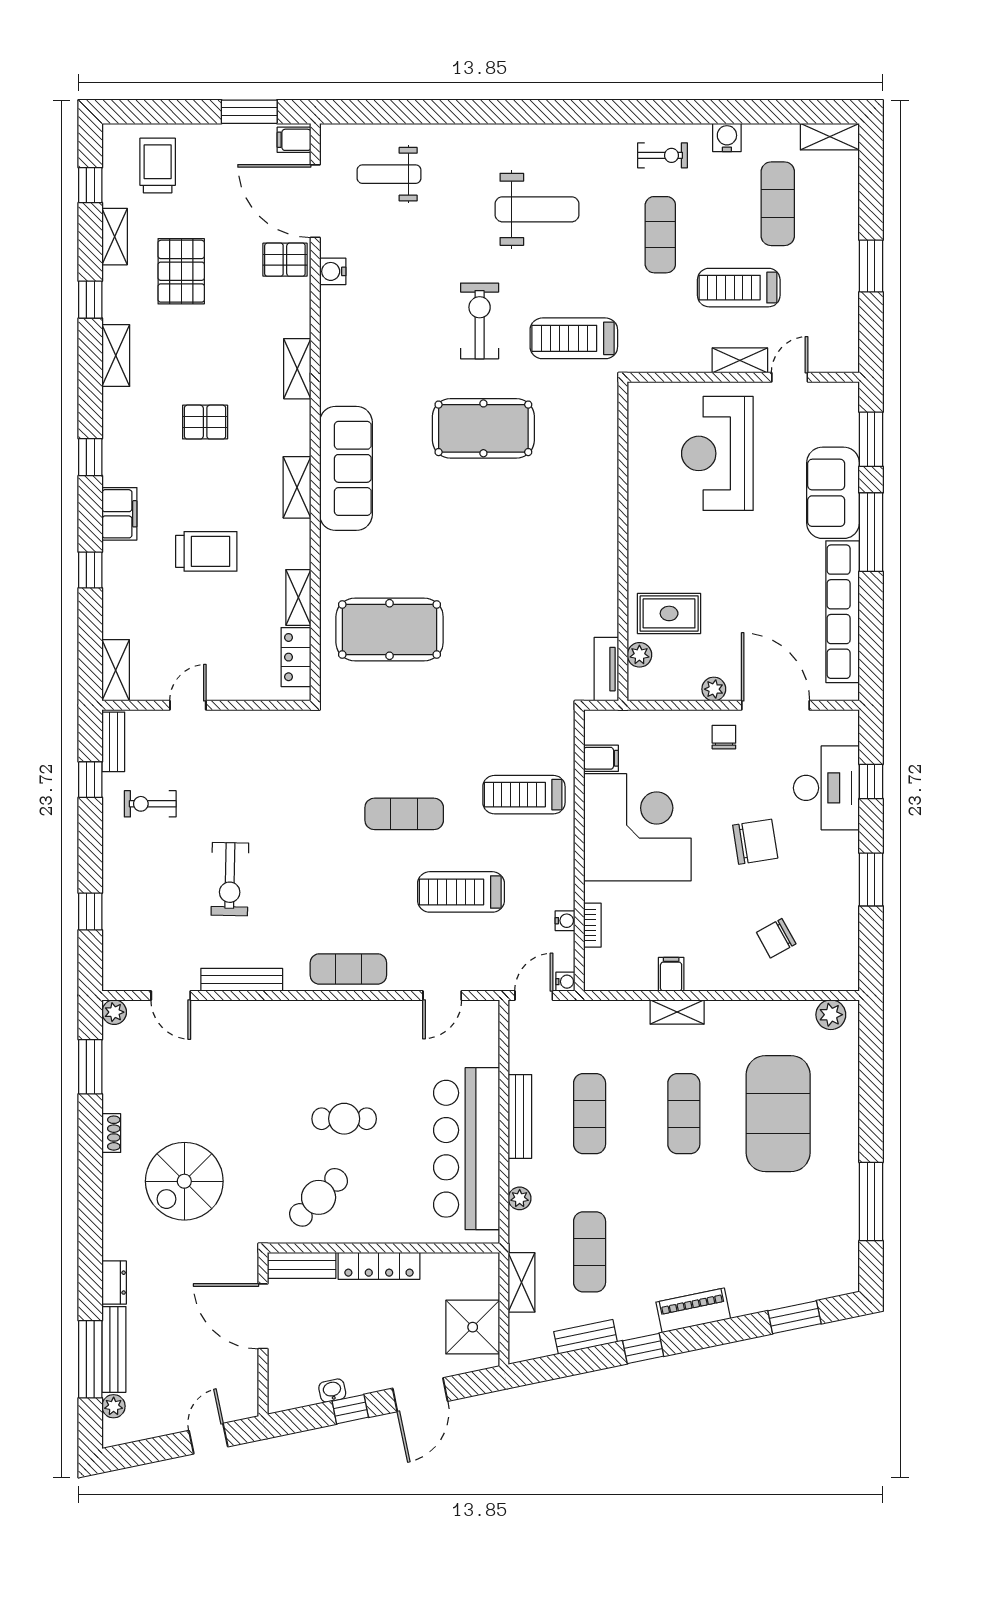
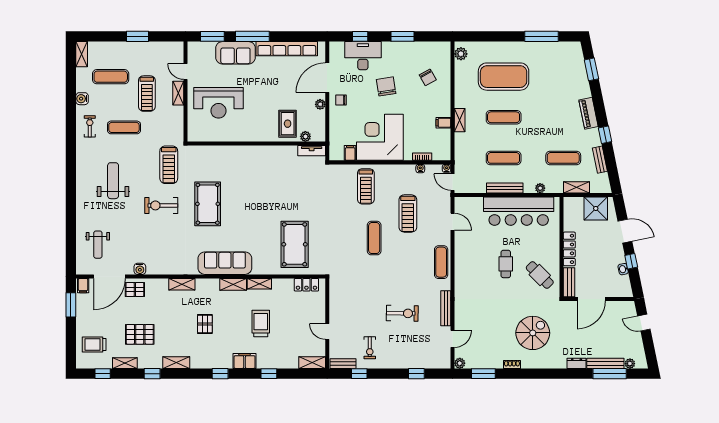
pallet: (285, 260) -> (135, 289), turned 90
shelving: (298, 597) -> (259, 284), moved
spiral stairs: (184, 1181) -> (533, 333), turned -90

